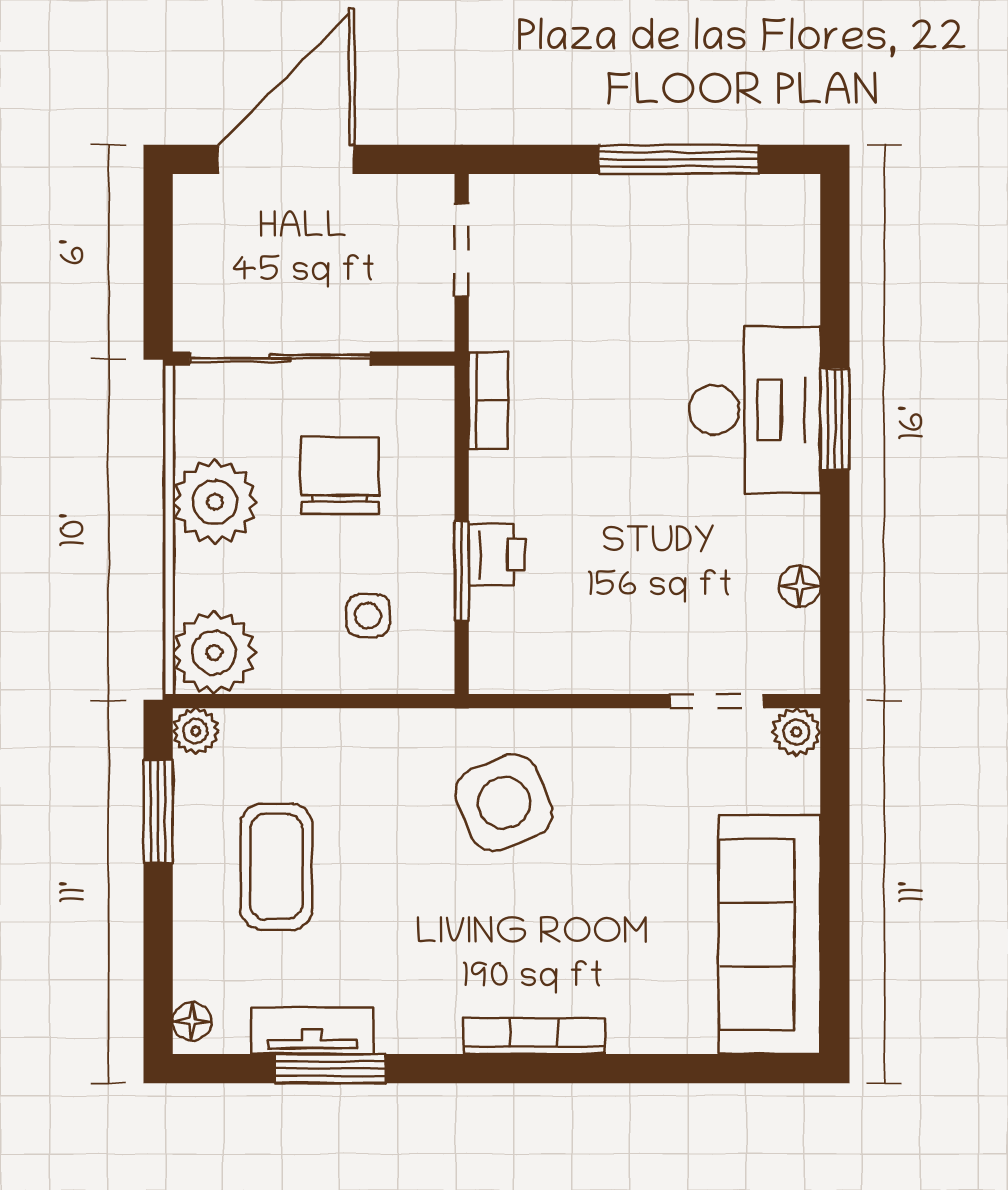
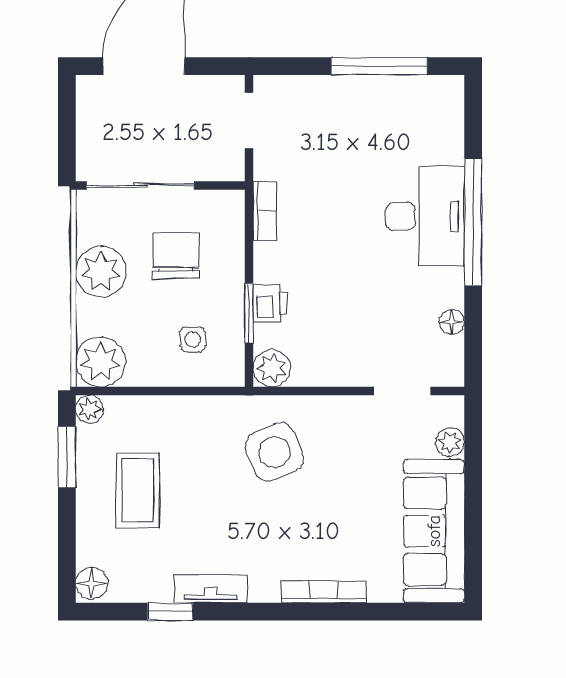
window: (835, 419) -> (473, 222), width x2.11
plant: (500, 663) -> (272, 368), added
plant: (796, 732) -> (450, 442), moved
floor lamp: (192, 1021) -> (92, 583), width x1.37, depth x1.37
tv unit: (312, 1031) -> (211, 589), moved
bookcase: (534, 1036) -> (324, 592), moved
window: (330, 1069) -> (170, 612), width x0.67

